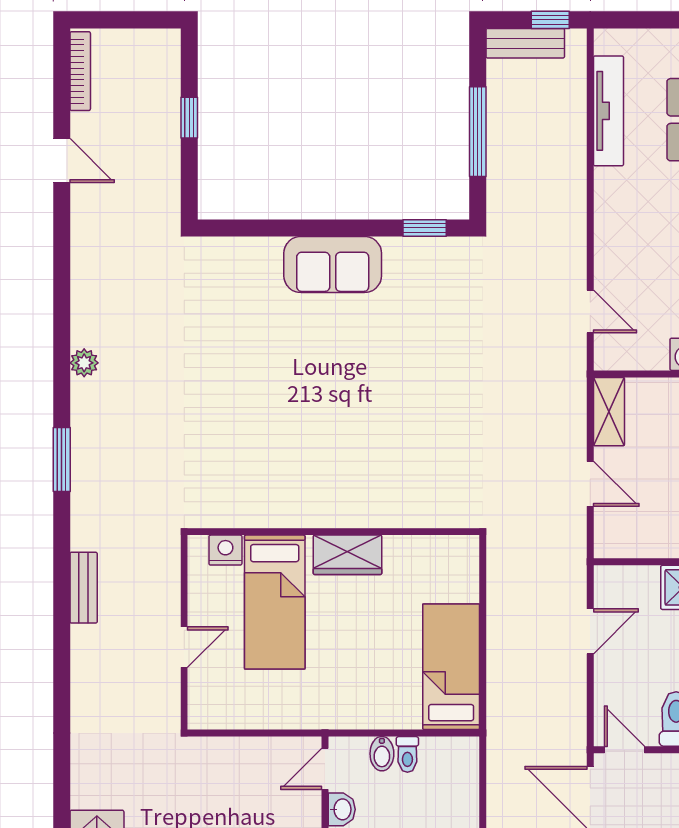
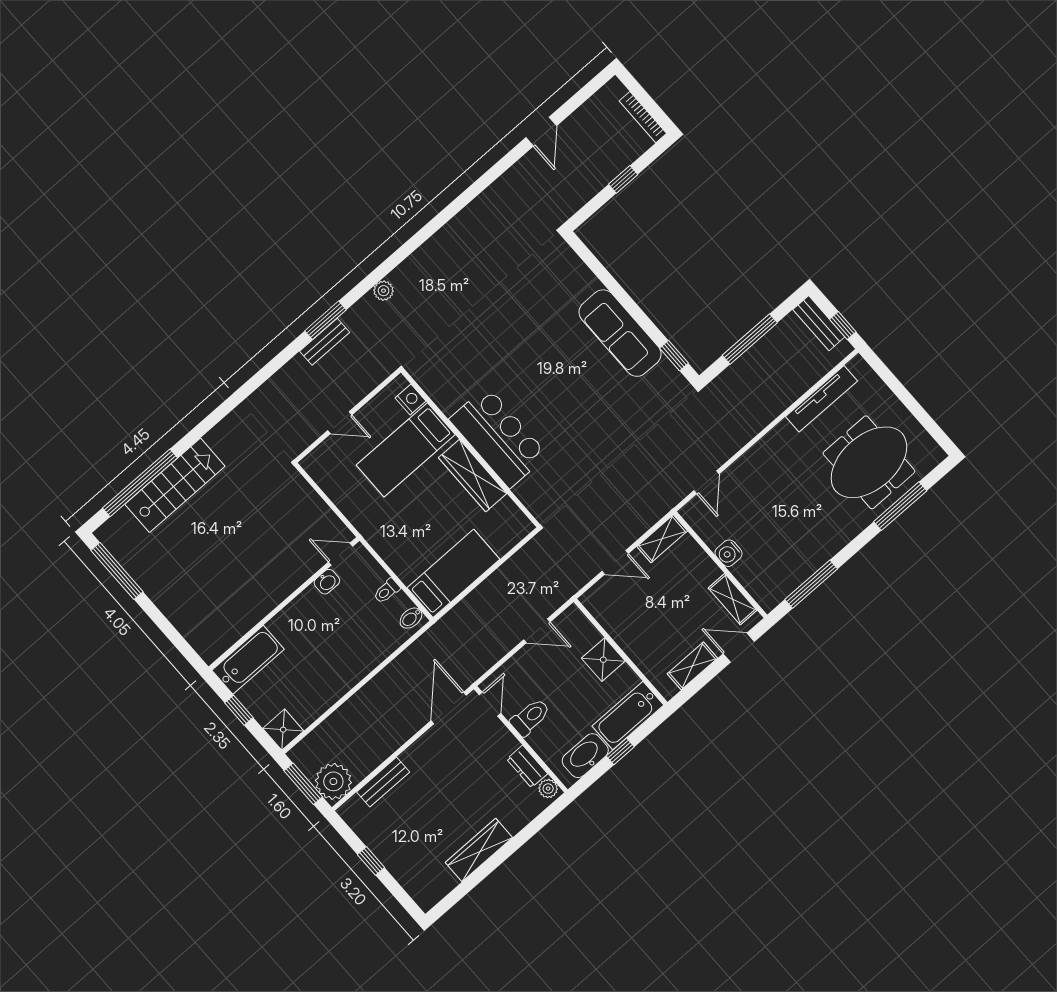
bookcase: (80, 71) -> (643, 117), moved, turned 90
sofa: (333, 264) -> (620, 333), width x1.36
plant: (84, 363) -> (384, 291), moved
window: (62, 459) -> (326, 320), moved
door: (590, 484) -> (615, 562), hinge flipped
bar counter: (348, 491) -> (498, 437), added
wardrobe: (348, 555) -> (473, 476), width x1.50
bidet: (382, 754) -> (411, 618), moved

